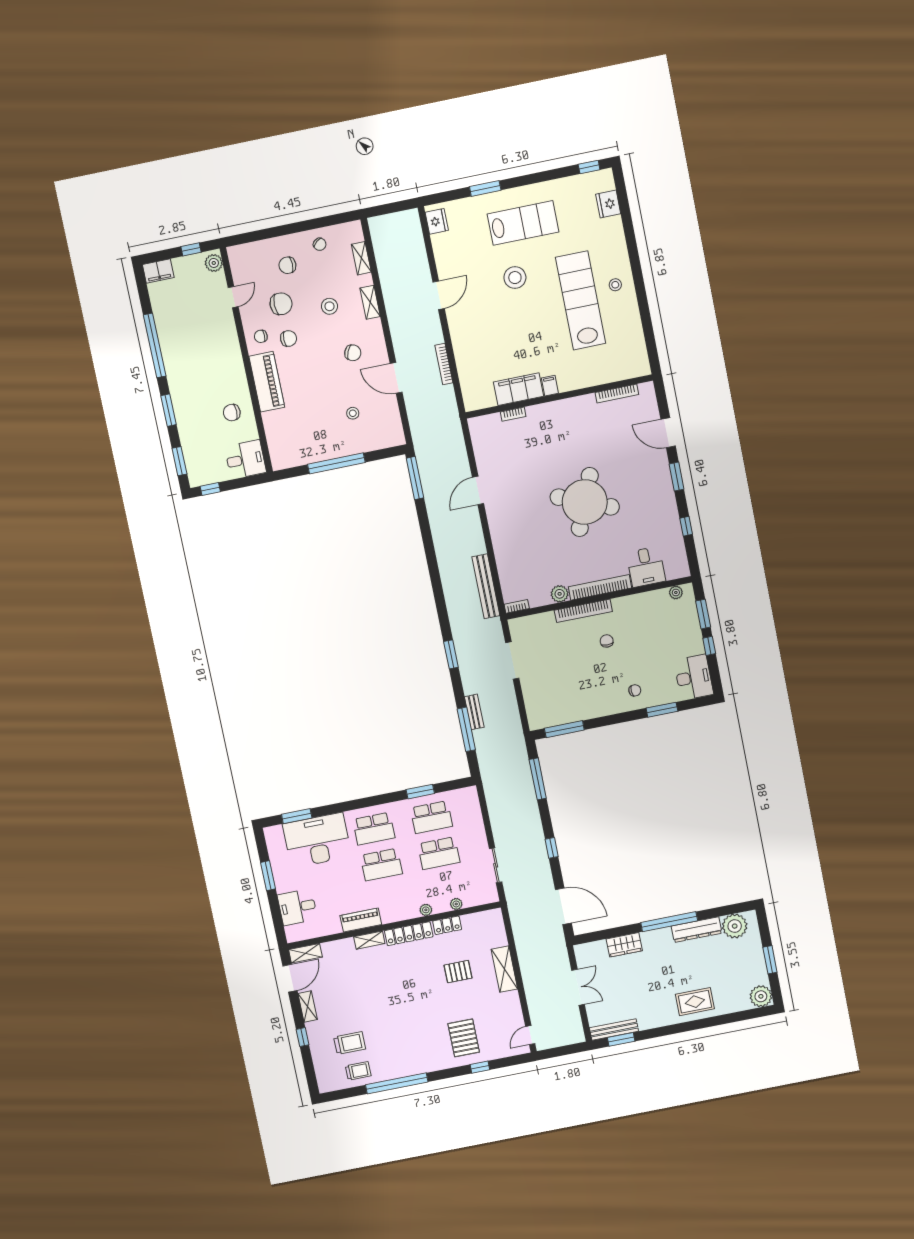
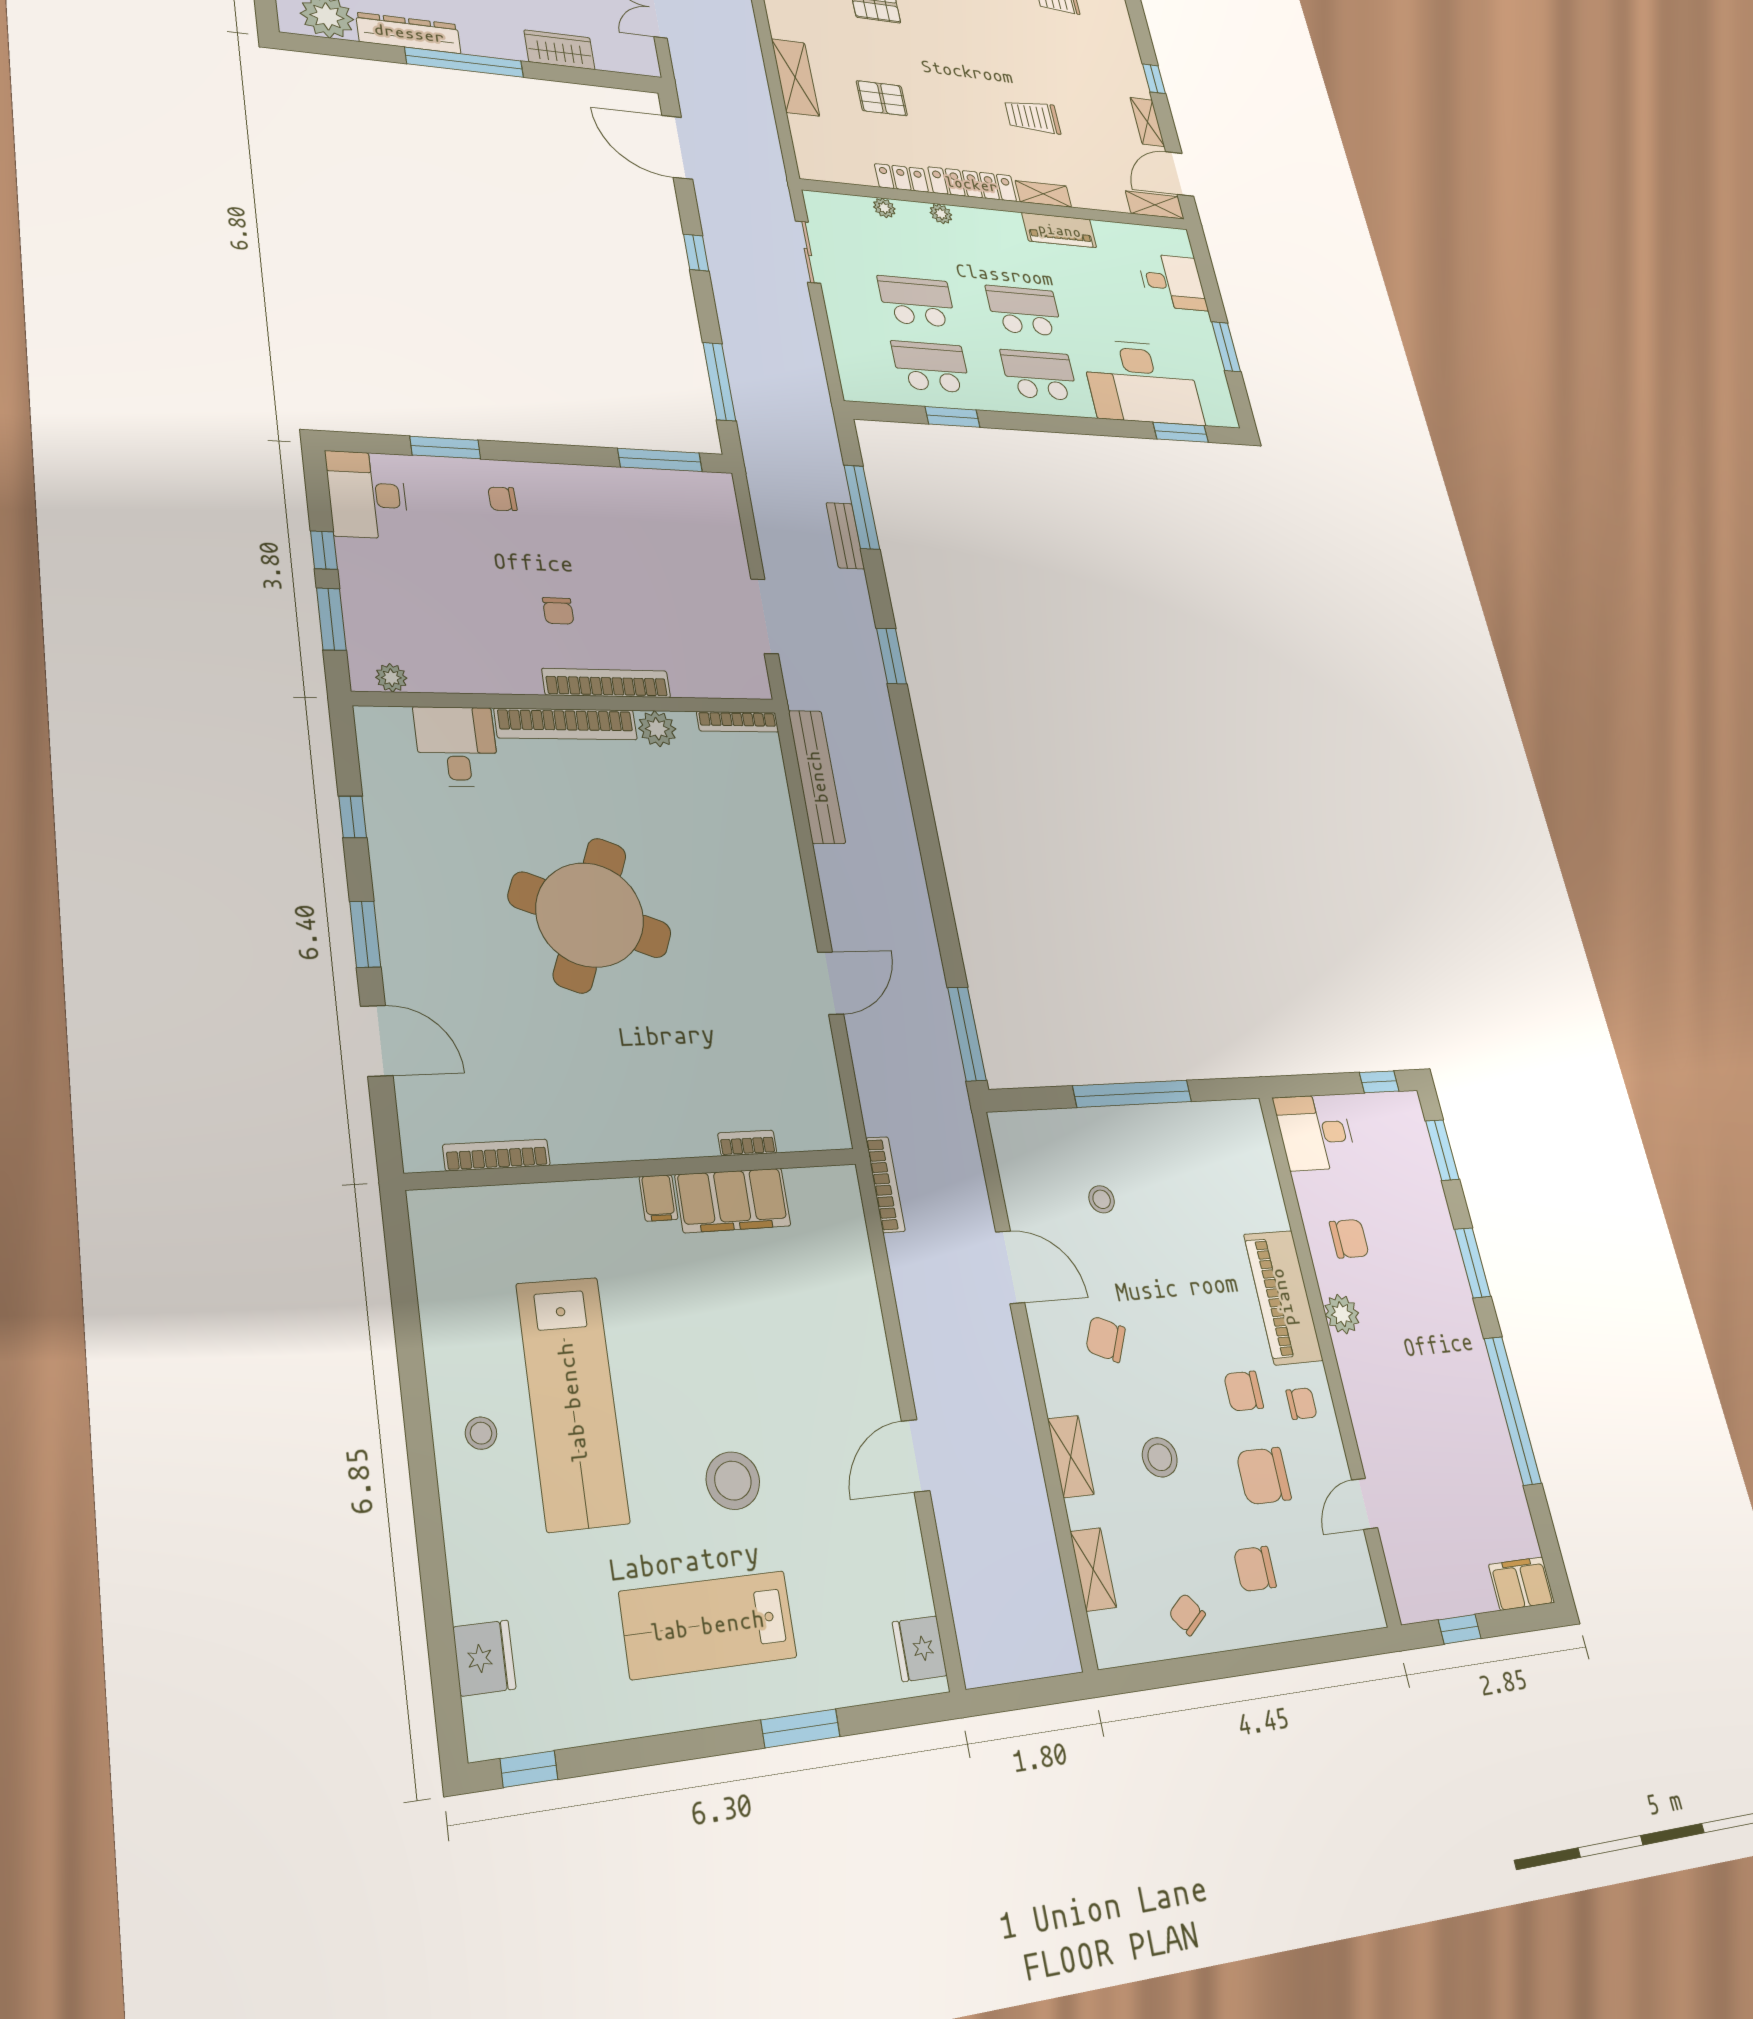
plant: (214, 263) -> (1342, 1314), moved
chair: (287, 265) -> (1255, 1569), turned 180
bookcase: (444, 364) -> (885, 1184), moved
bookcase: (517, 606) -> (738, 722), width x1.56
trolley: (350, 1043) -> (1033, 117), moved

